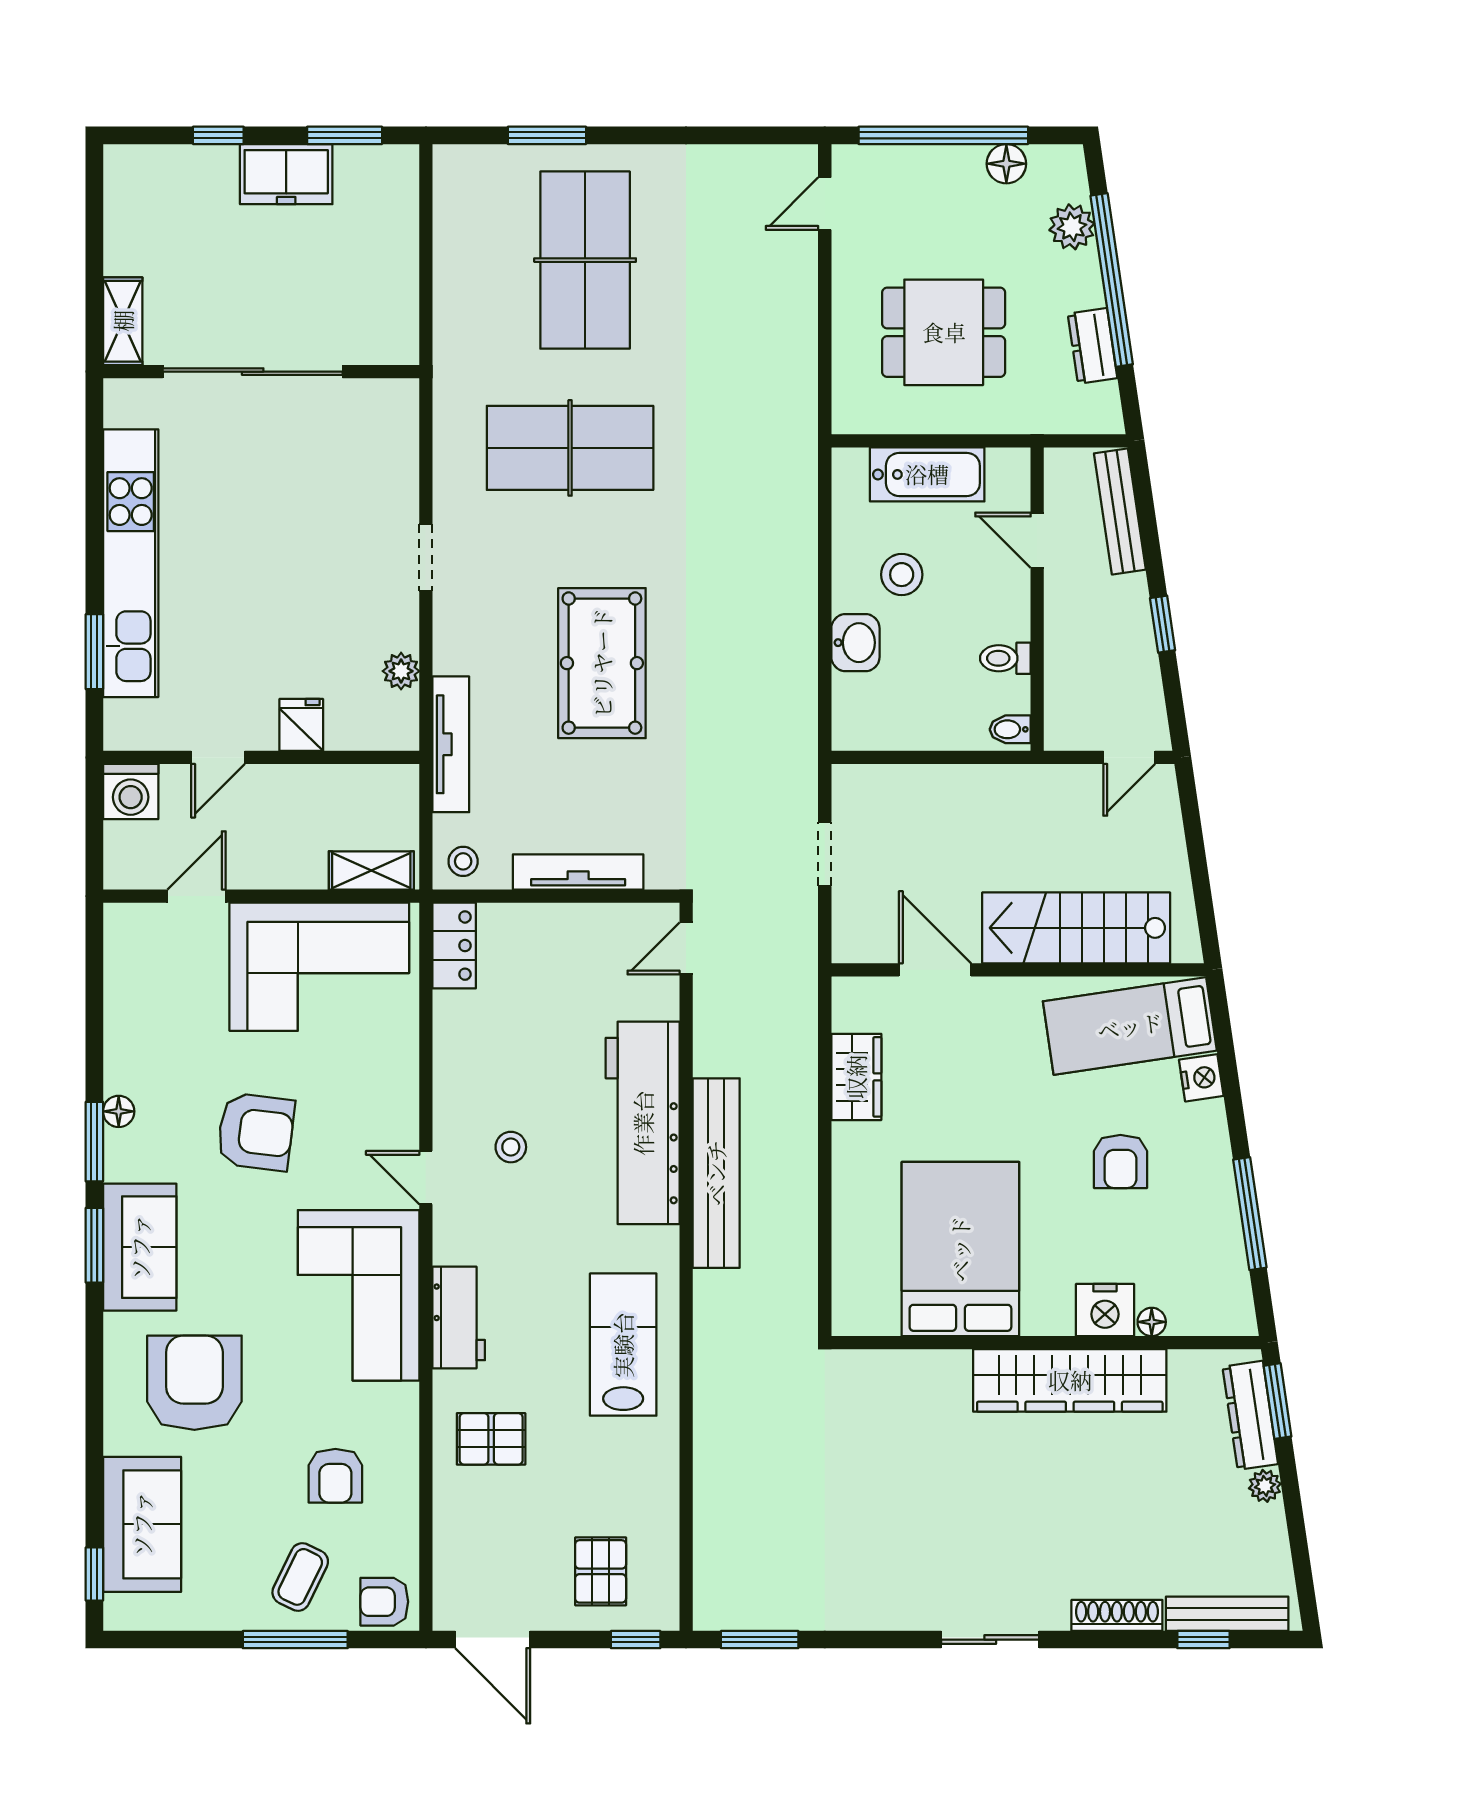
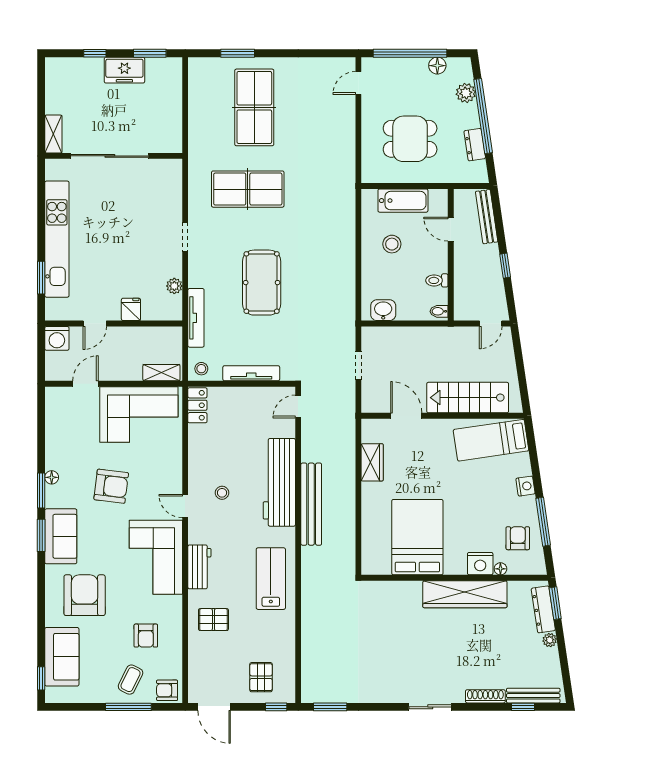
washbasin: (855, 643) -> (383, 310), moved, turned -90
nightstand: (1201, 1078) -> (525, 486), moved
armchair: (1120, 1162) -> (518, 538), moved, turned 180

